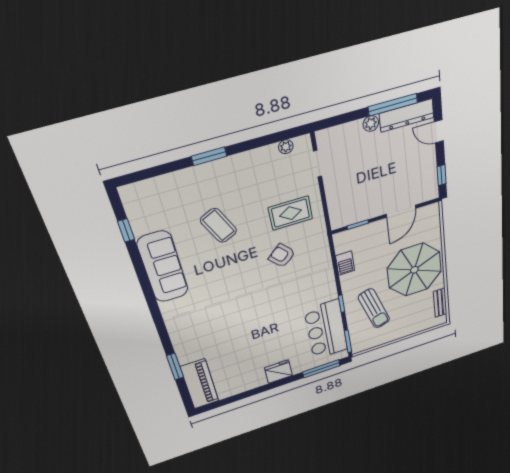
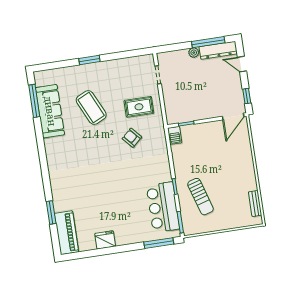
plant: (286, 147) -> (137, 60), removed
door: (401, 211) -> (233, 117), moved
coffee table: (219, 225) -> (91, 108), width x1.36, depth x1.32
window: (126, 230) -> (34, 101), width x2.17
barbecue: (345, 263) -> (175, 135), moved
sofa: (163, 267) -> (50, 111), moved
parasol: (414, 270) -> (231, 169), removed
fridge: (279, 372) -> (105, 240), moved

